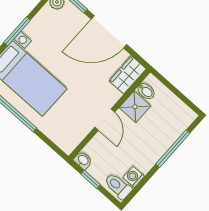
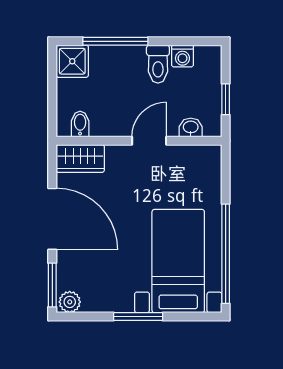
shower: (135, 107) -> (72, 61), moved
washbasin: (83, 160) -> (191, 128), moved, turned 90
toilet: (118, 186) -> (158, 64), moved

